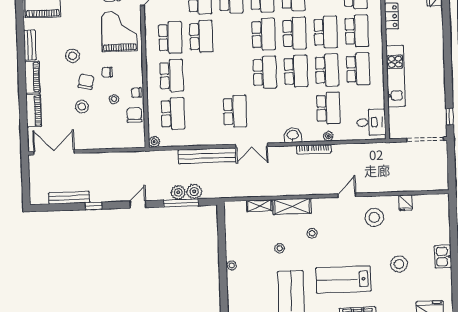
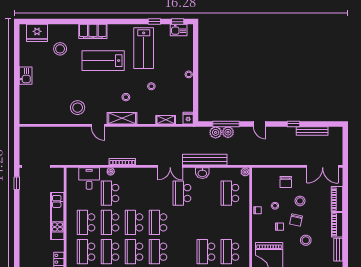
school desk: (172, 76) -> (230, 222), removed
chair: (134, 115) -> (286, 182), moved
desk: (371, 122) -> (89, 178), moved, turned 90
washbasin: (293, 135) -> (202, 173), moved
double door: (252, 145) -> (170, 166), swing flipped
door: (347, 195) -> (98, 125), hinge flipped
fridge: (405, 203) -> (188, 118), moved
door: (138, 204) -> (259, 124), hinge flipped
shelving: (292, 206) -> (122, 118), moved
stool: (399, 264) -> (60, 49), moved
lab bench: (343, 280) -> (103, 61), turned 180

